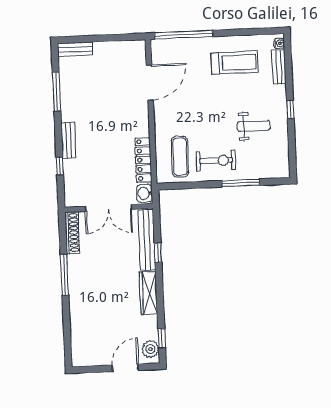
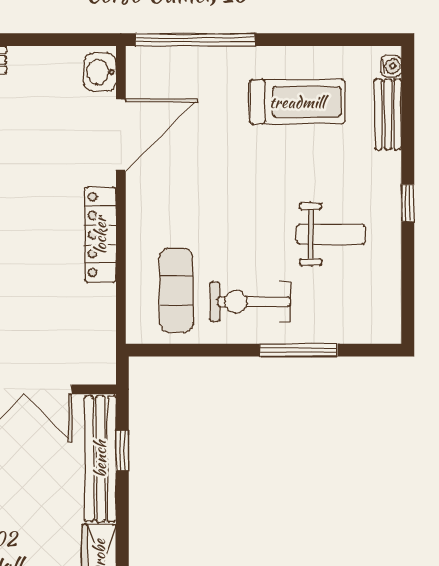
locker: (143, 160) -> (100, 235), moved
exercise bike: (216, 161) -> (250, 302), turned 180
washbasin: (145, 193) -> (100, 72), moved
window: (158, 253) -> (122, 451), moved

